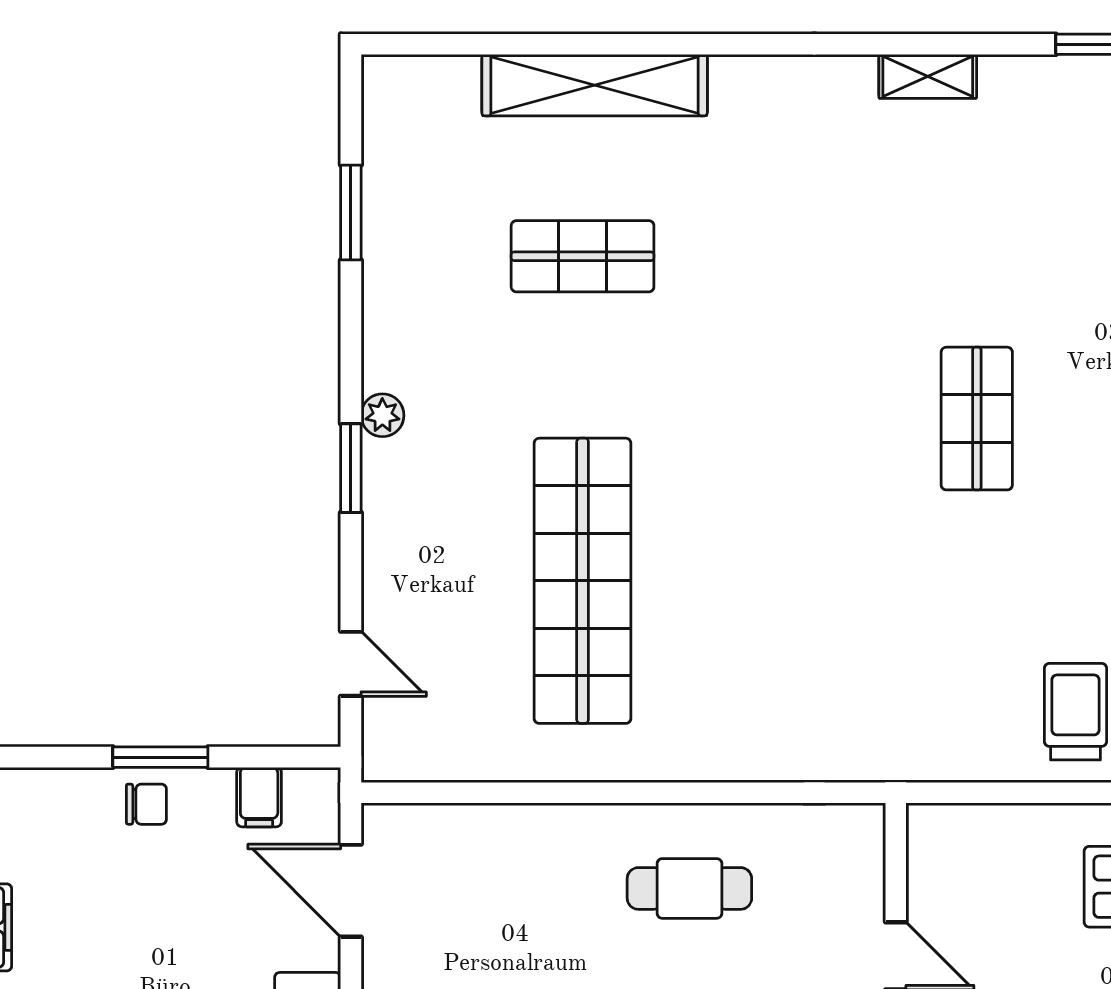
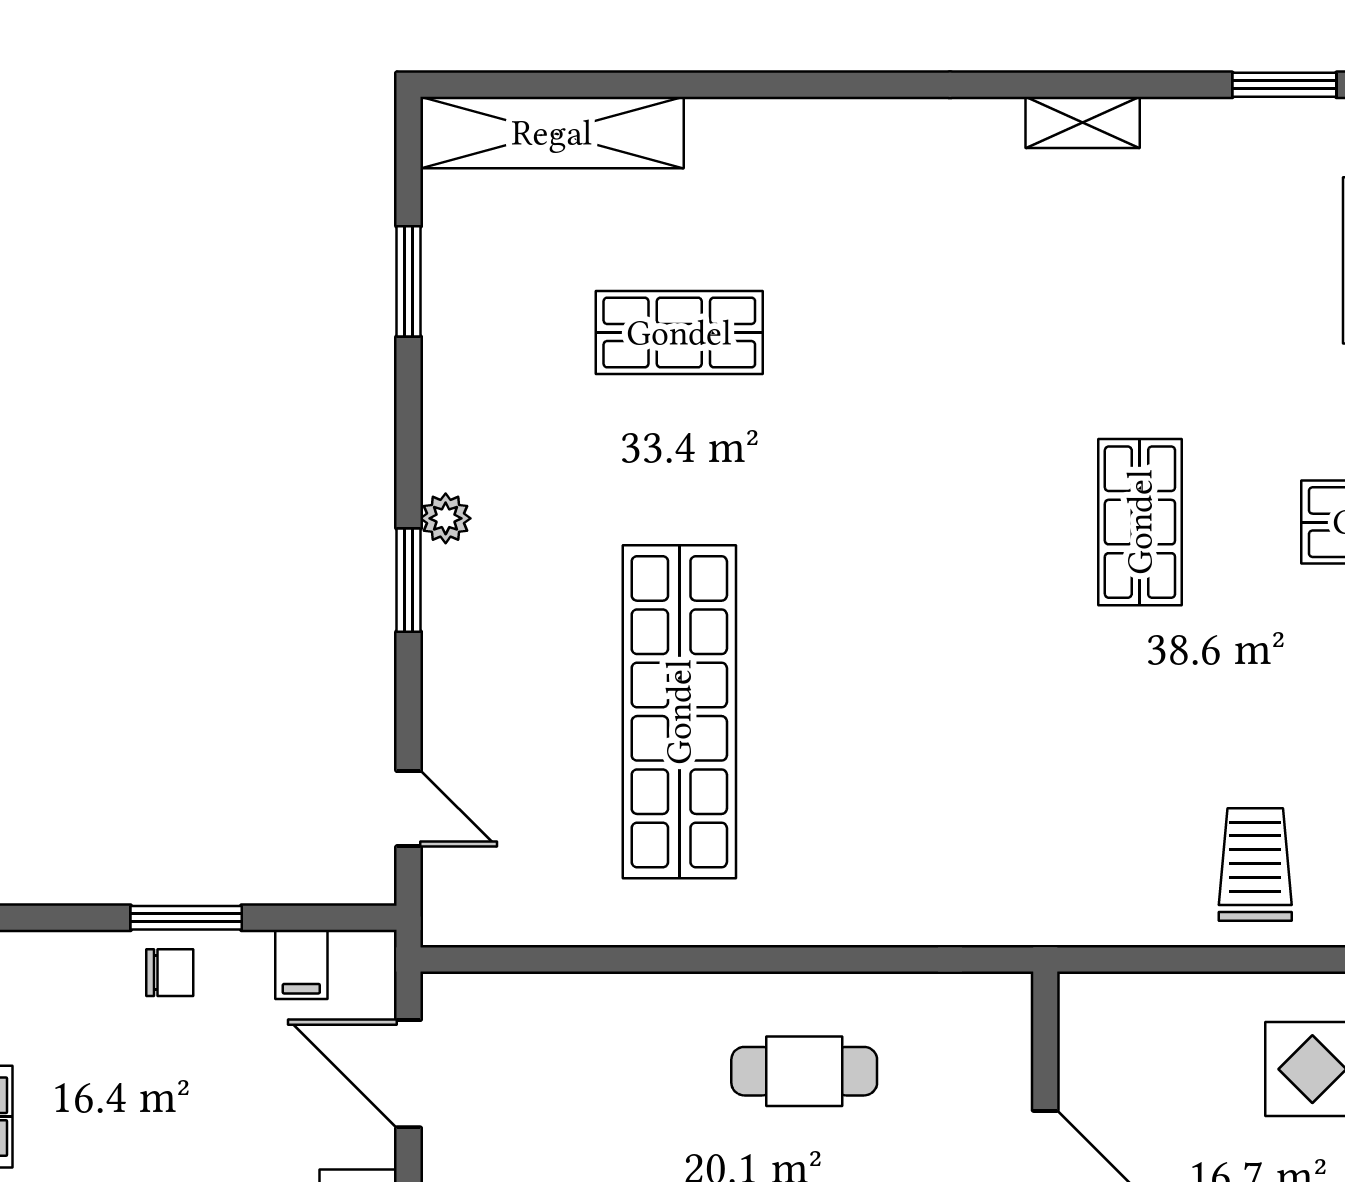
shelving: (595, 85) -> (552, 133), moved

